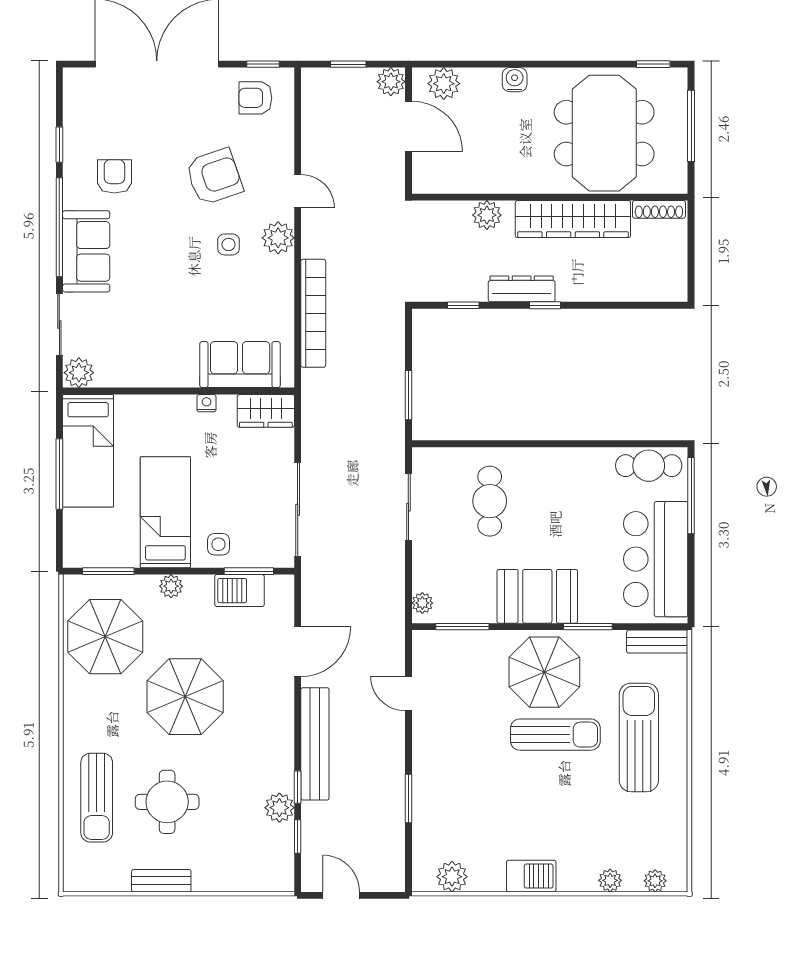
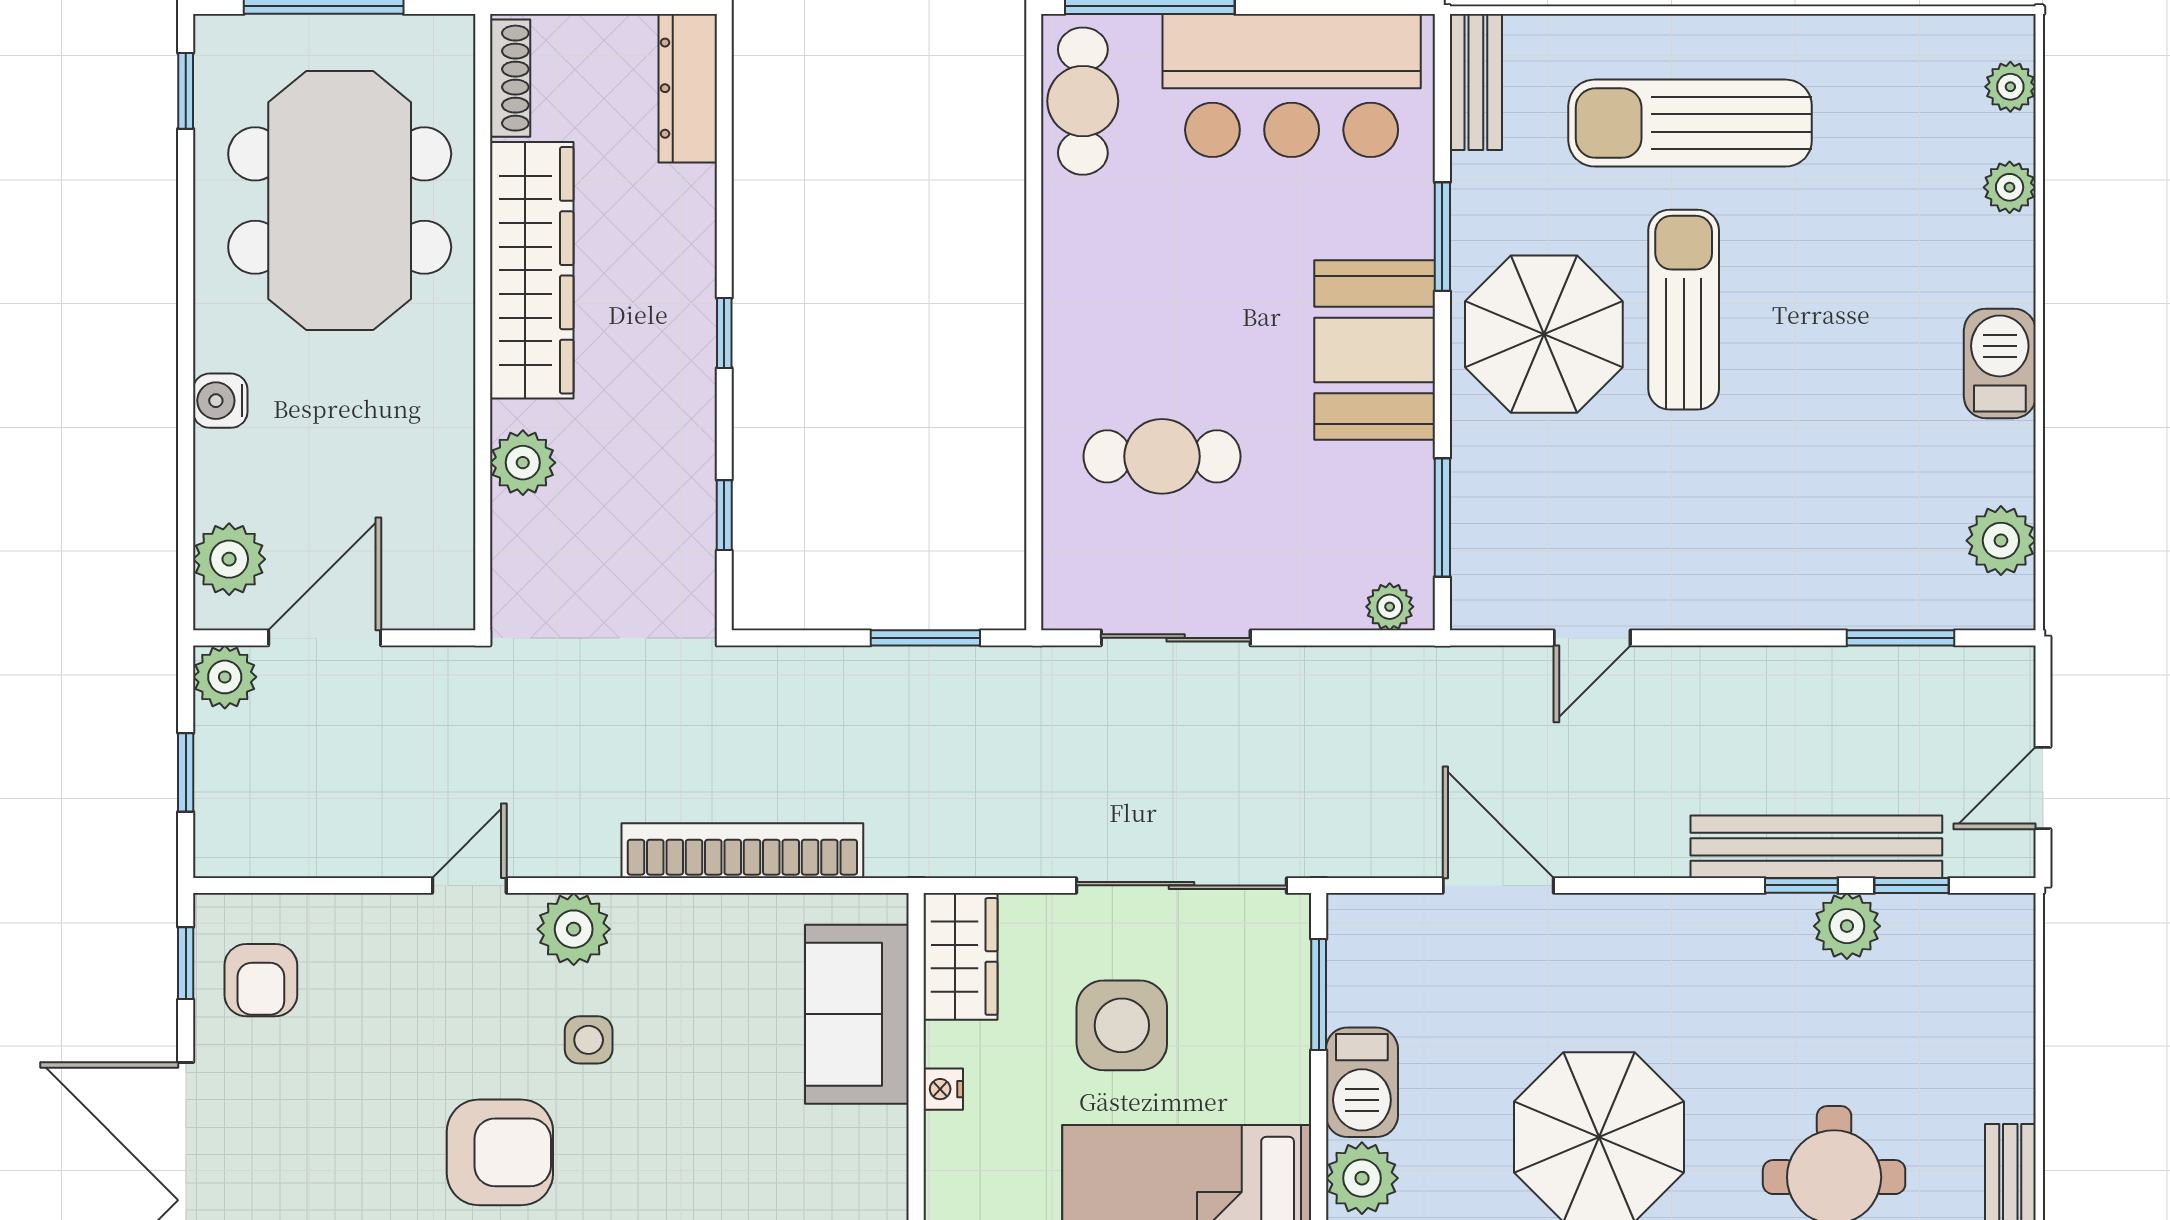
meeting table: (604, 133) -> (340, 201), turned 90
armchair: (214, 177) -> (500, 1152), moved, turned 109
dresser: (522, 289) -> (688, 88), moved
side table: (218, 544) -> (1122, 1025), moved, width x1.87, depth x1.87
plant: (171, 586) -> (1362, 1178), width x1.38, depth x1.38
barbecue: (240, 591) -> (1362, 1082), moved
bench: (315, 744) -> (1816, 847), moved
window: (408, 799) -> (1900, 638), moved

